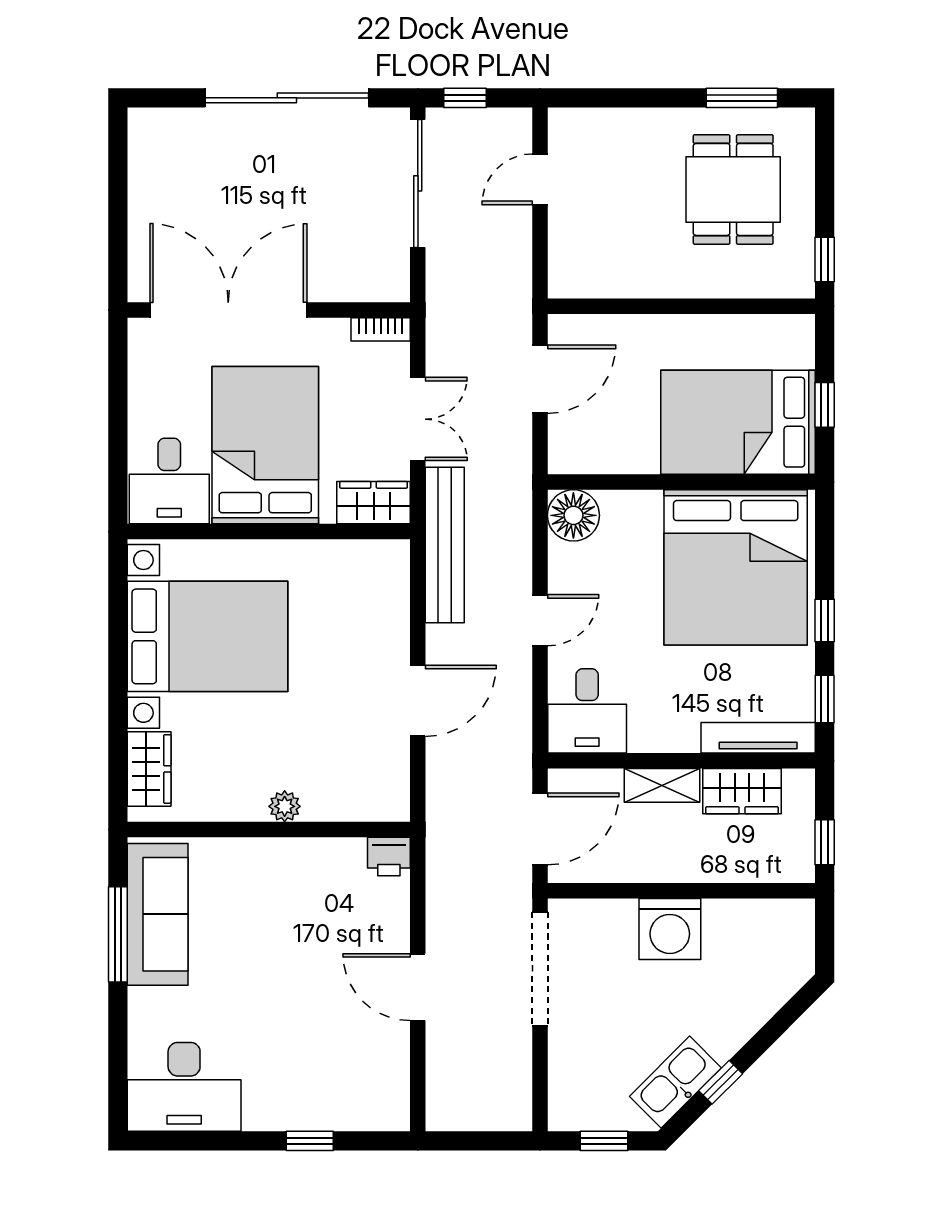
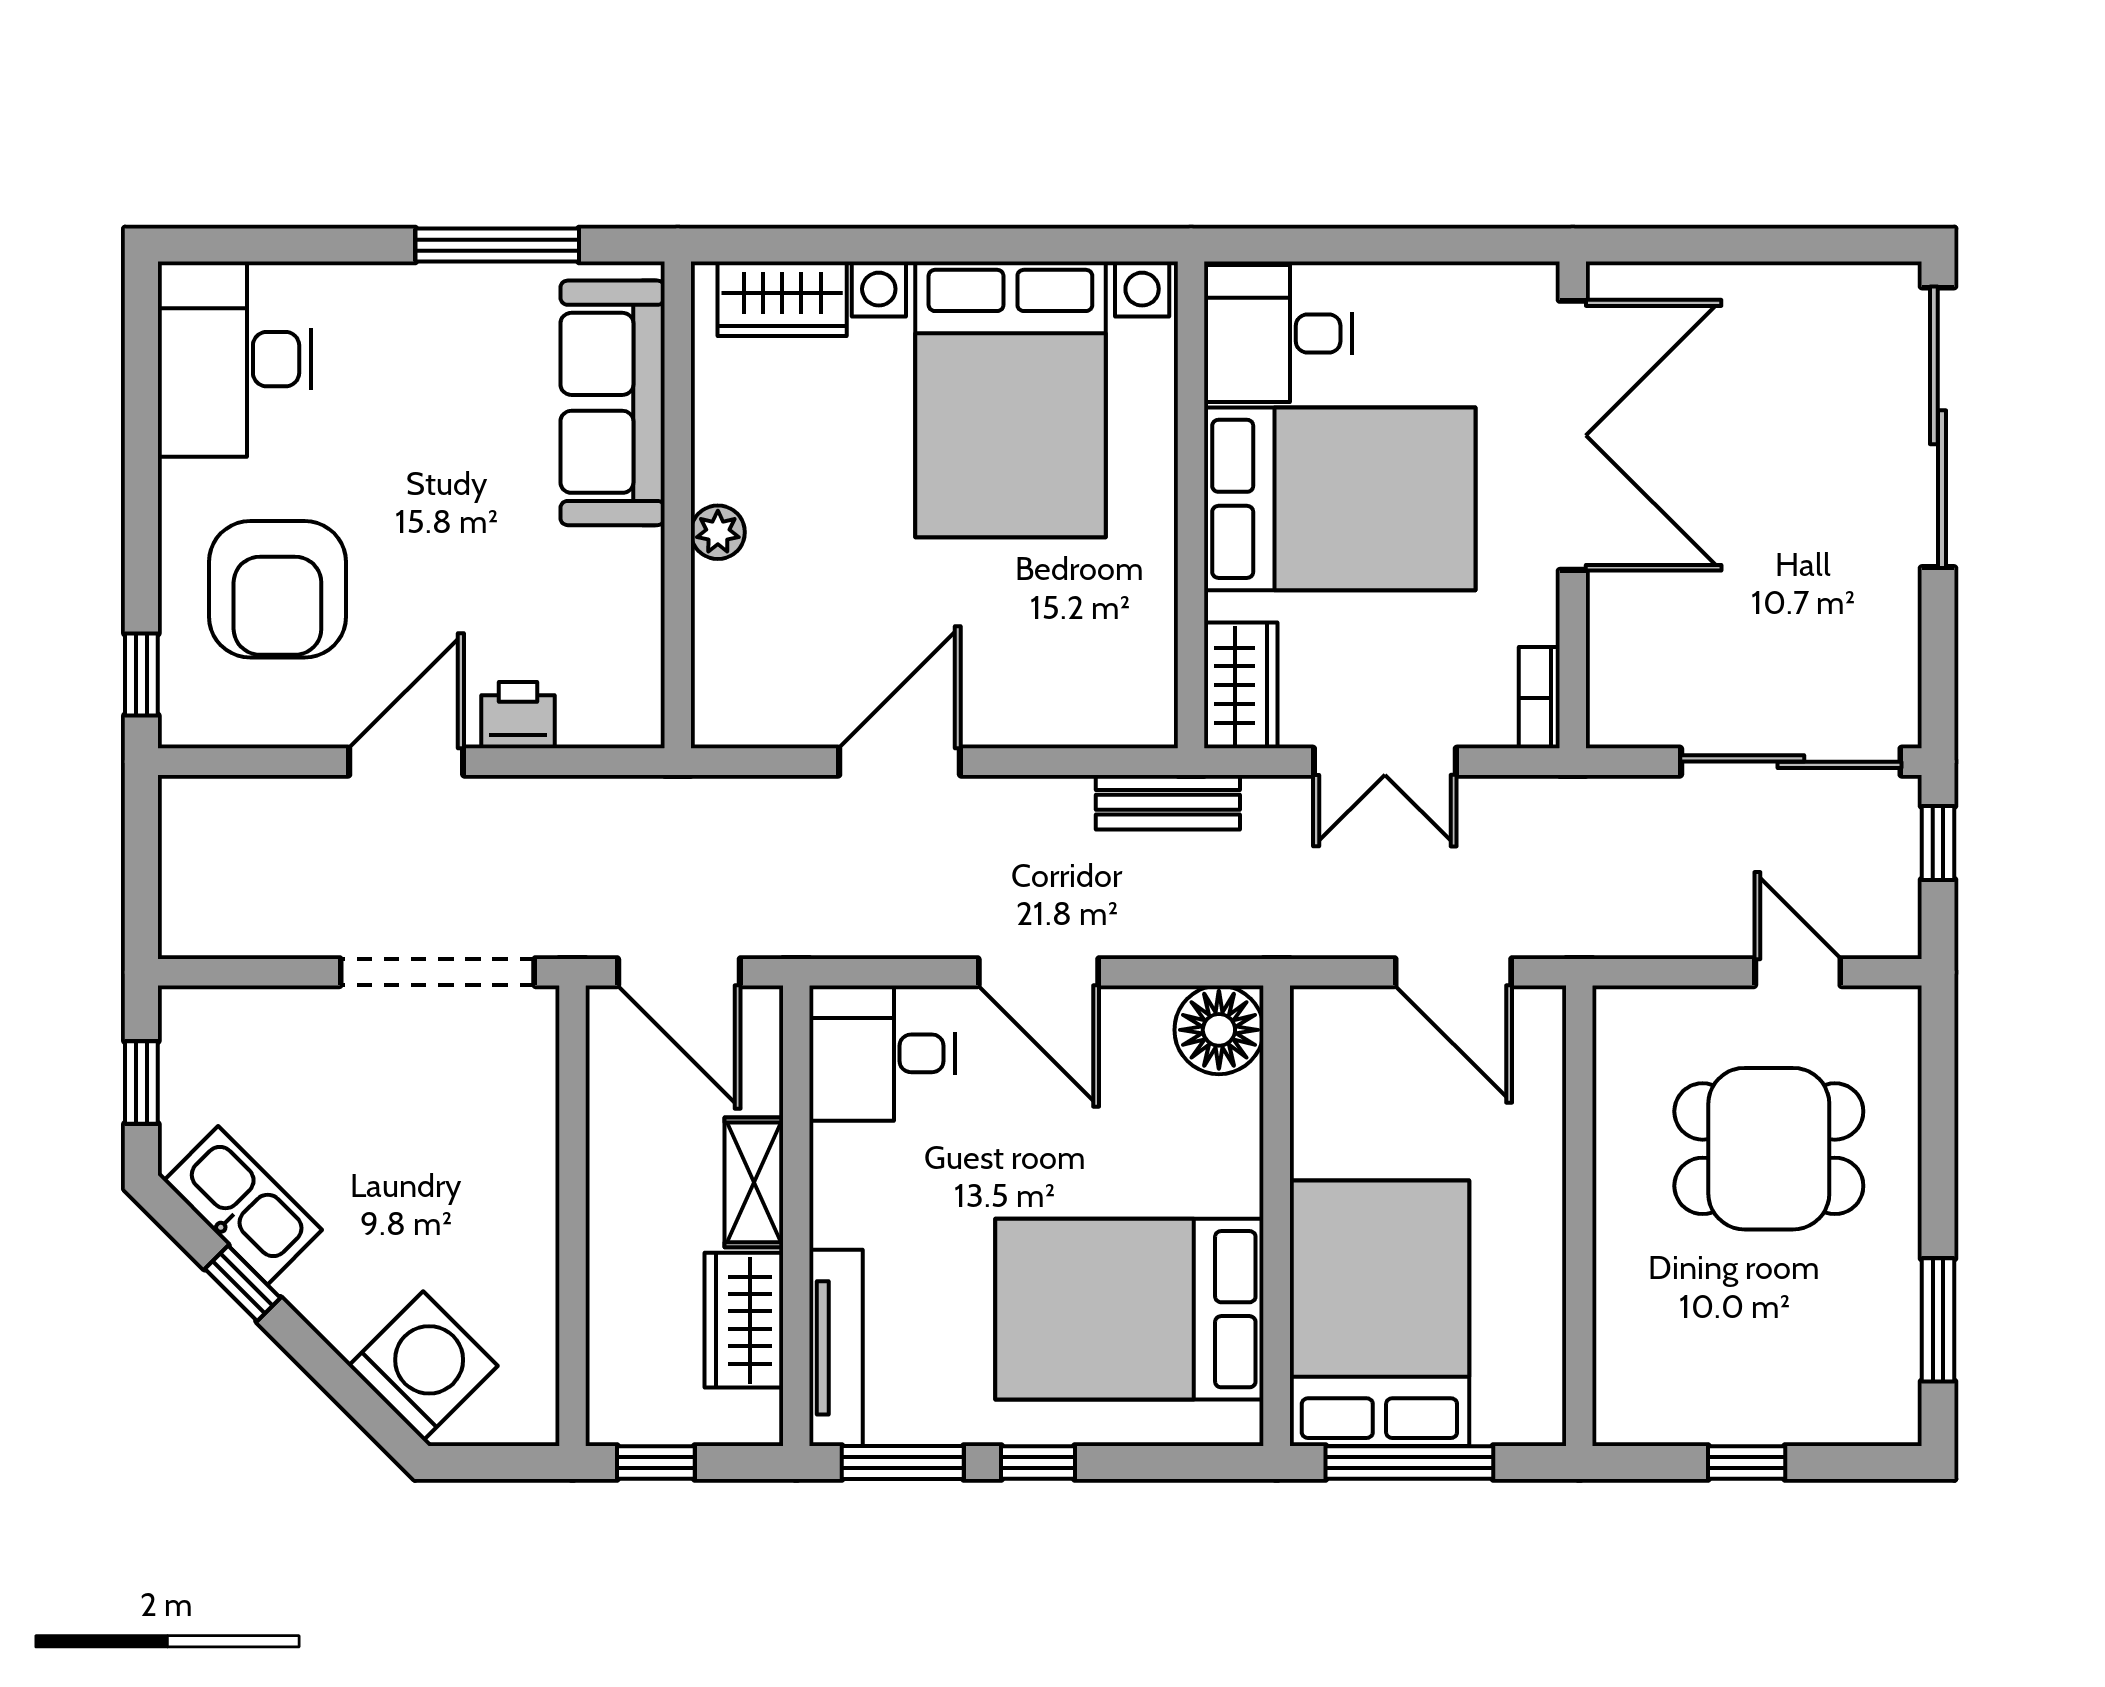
sliding door: (287, 98) -> (1938, 427), moved
dining table: (733, 189) -> (1769, 1149), moved
window: (825, 259) -> (1747, 1462), moved
window: (825, 405) -> (1409, 1462), width x2.17
bench: (445, 545) -> (1168, 802), width x0.54, depth x0.82
bed: (736, 567) -> (1129, 1309), width x0.73
door: (540, 620) -> (1038, 972), width x1.38
window: (825, 699) -> (903, 1462), width x1.50
door: (418, 701) -> (900, 762), swing flipped
printer: (389, 857) -> (518, 715), moved, turned 90
sofa: (158, 914) -> (613, 403), moved, turned 90
washing machine: (670, 929) -> (423, 1366), moved, turned 135
armchair: (318, 1062) -> (277, 589), added
window: (310, 1141) -> (141, 675), moved

